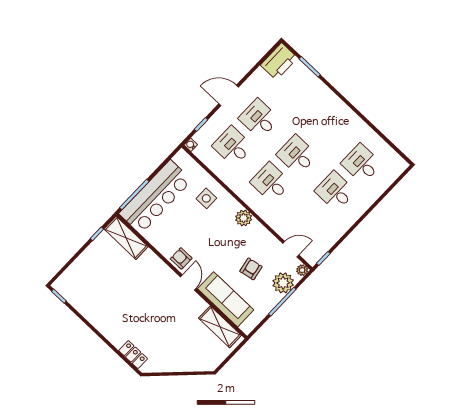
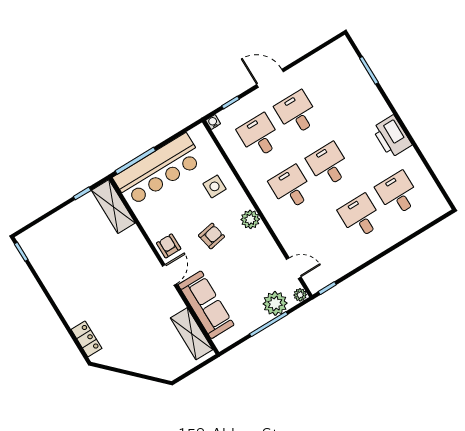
printer: (279, 61) -> (392, 136), moved, turned 90
armchair: (251, 269) -> (211, 236), moved

